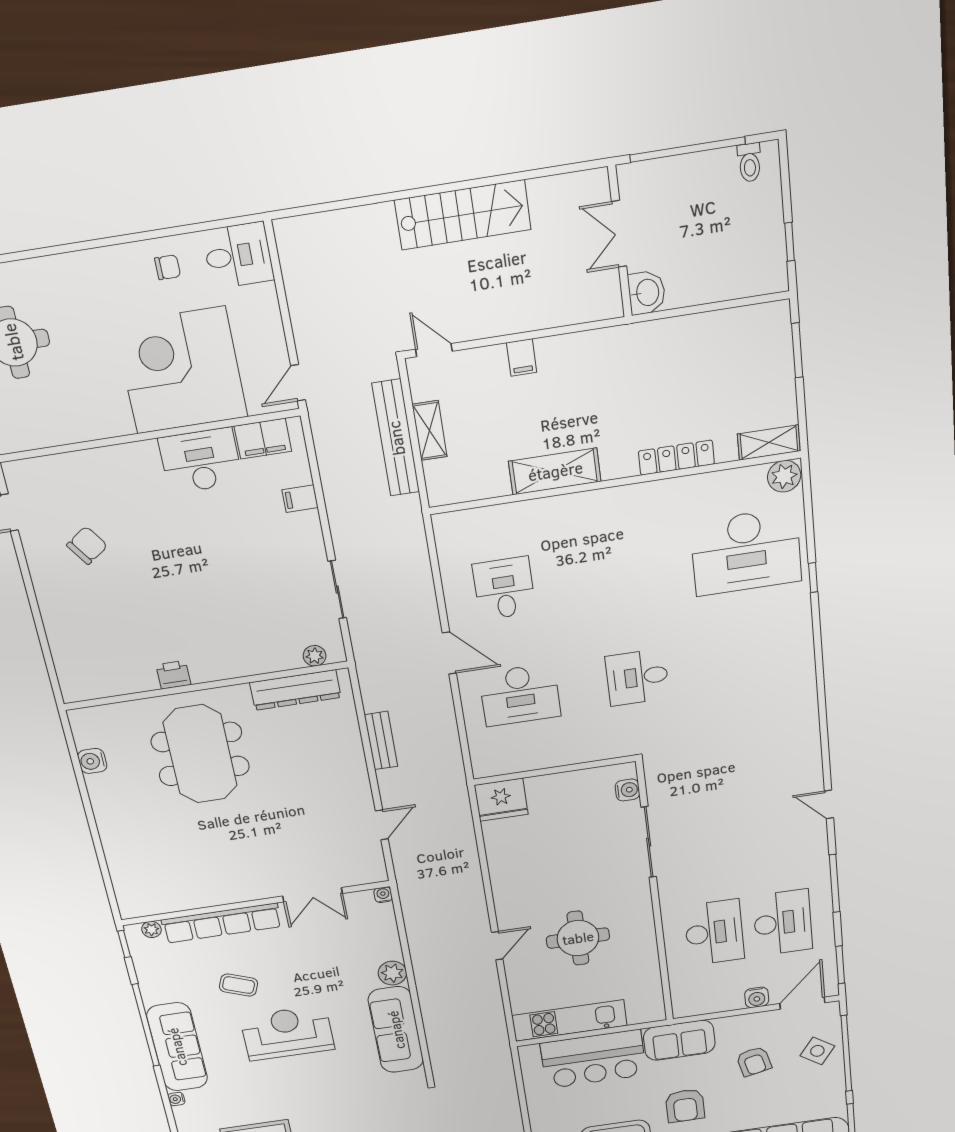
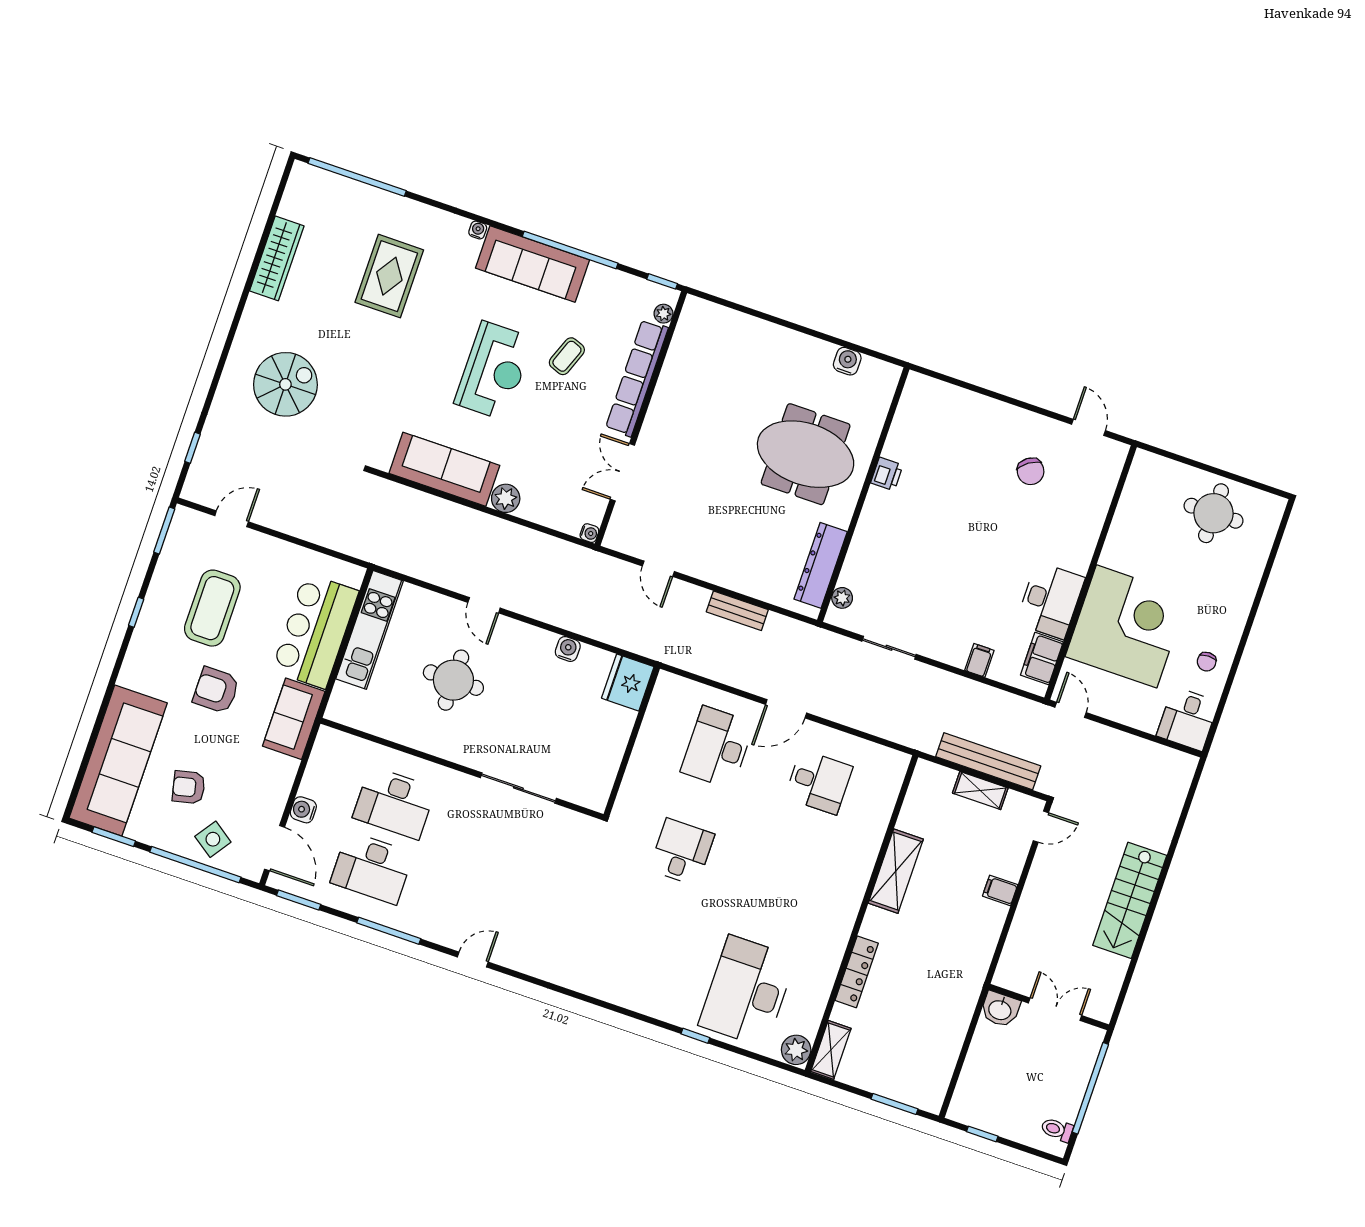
water cooler: (627, 790) -> (568, 649), moved, turned 180
armchair: (754, 1061) -> (189, 787), moved

